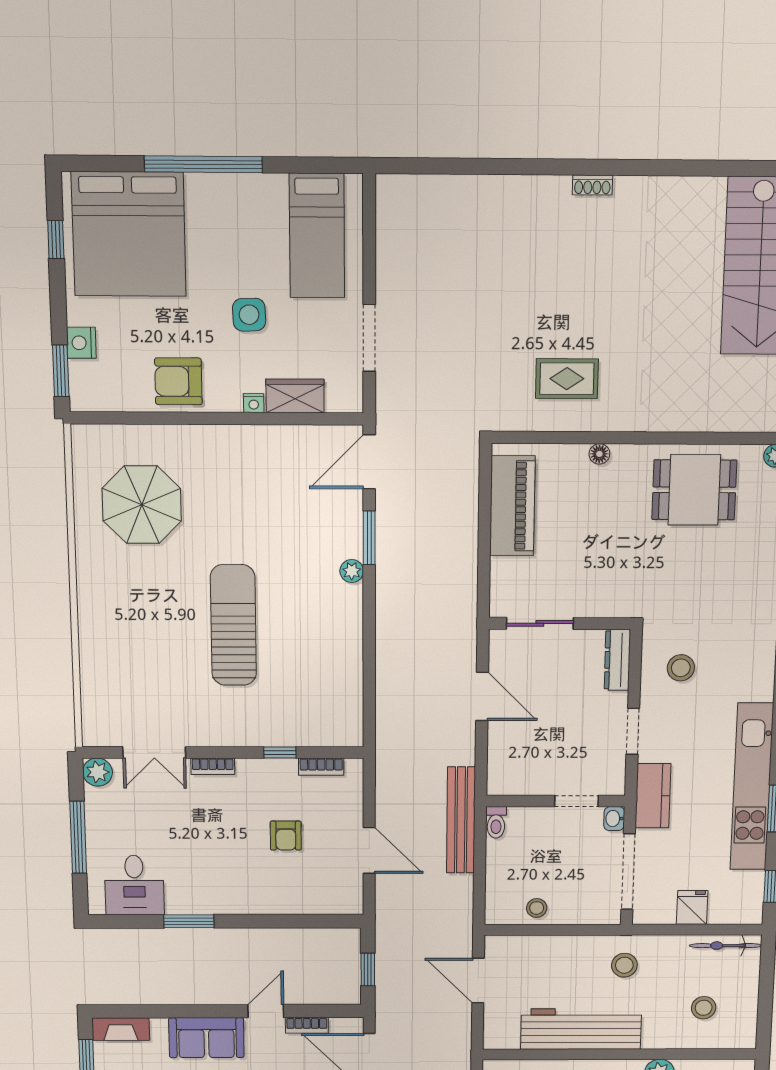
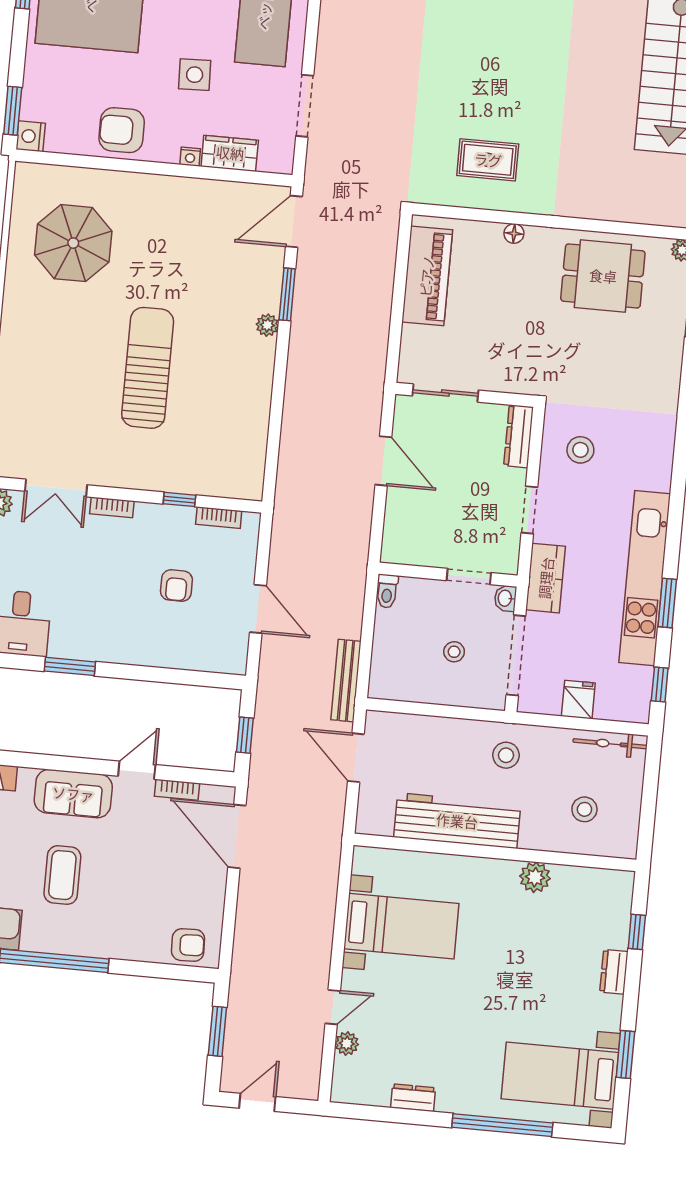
nightstand: (81, 343) -> (31, 136), moved
bench: (461, 820) -> (346, 681), moved, width x0.73, depth x0.82
stool: (537, 908) -> (454, 652), moved

